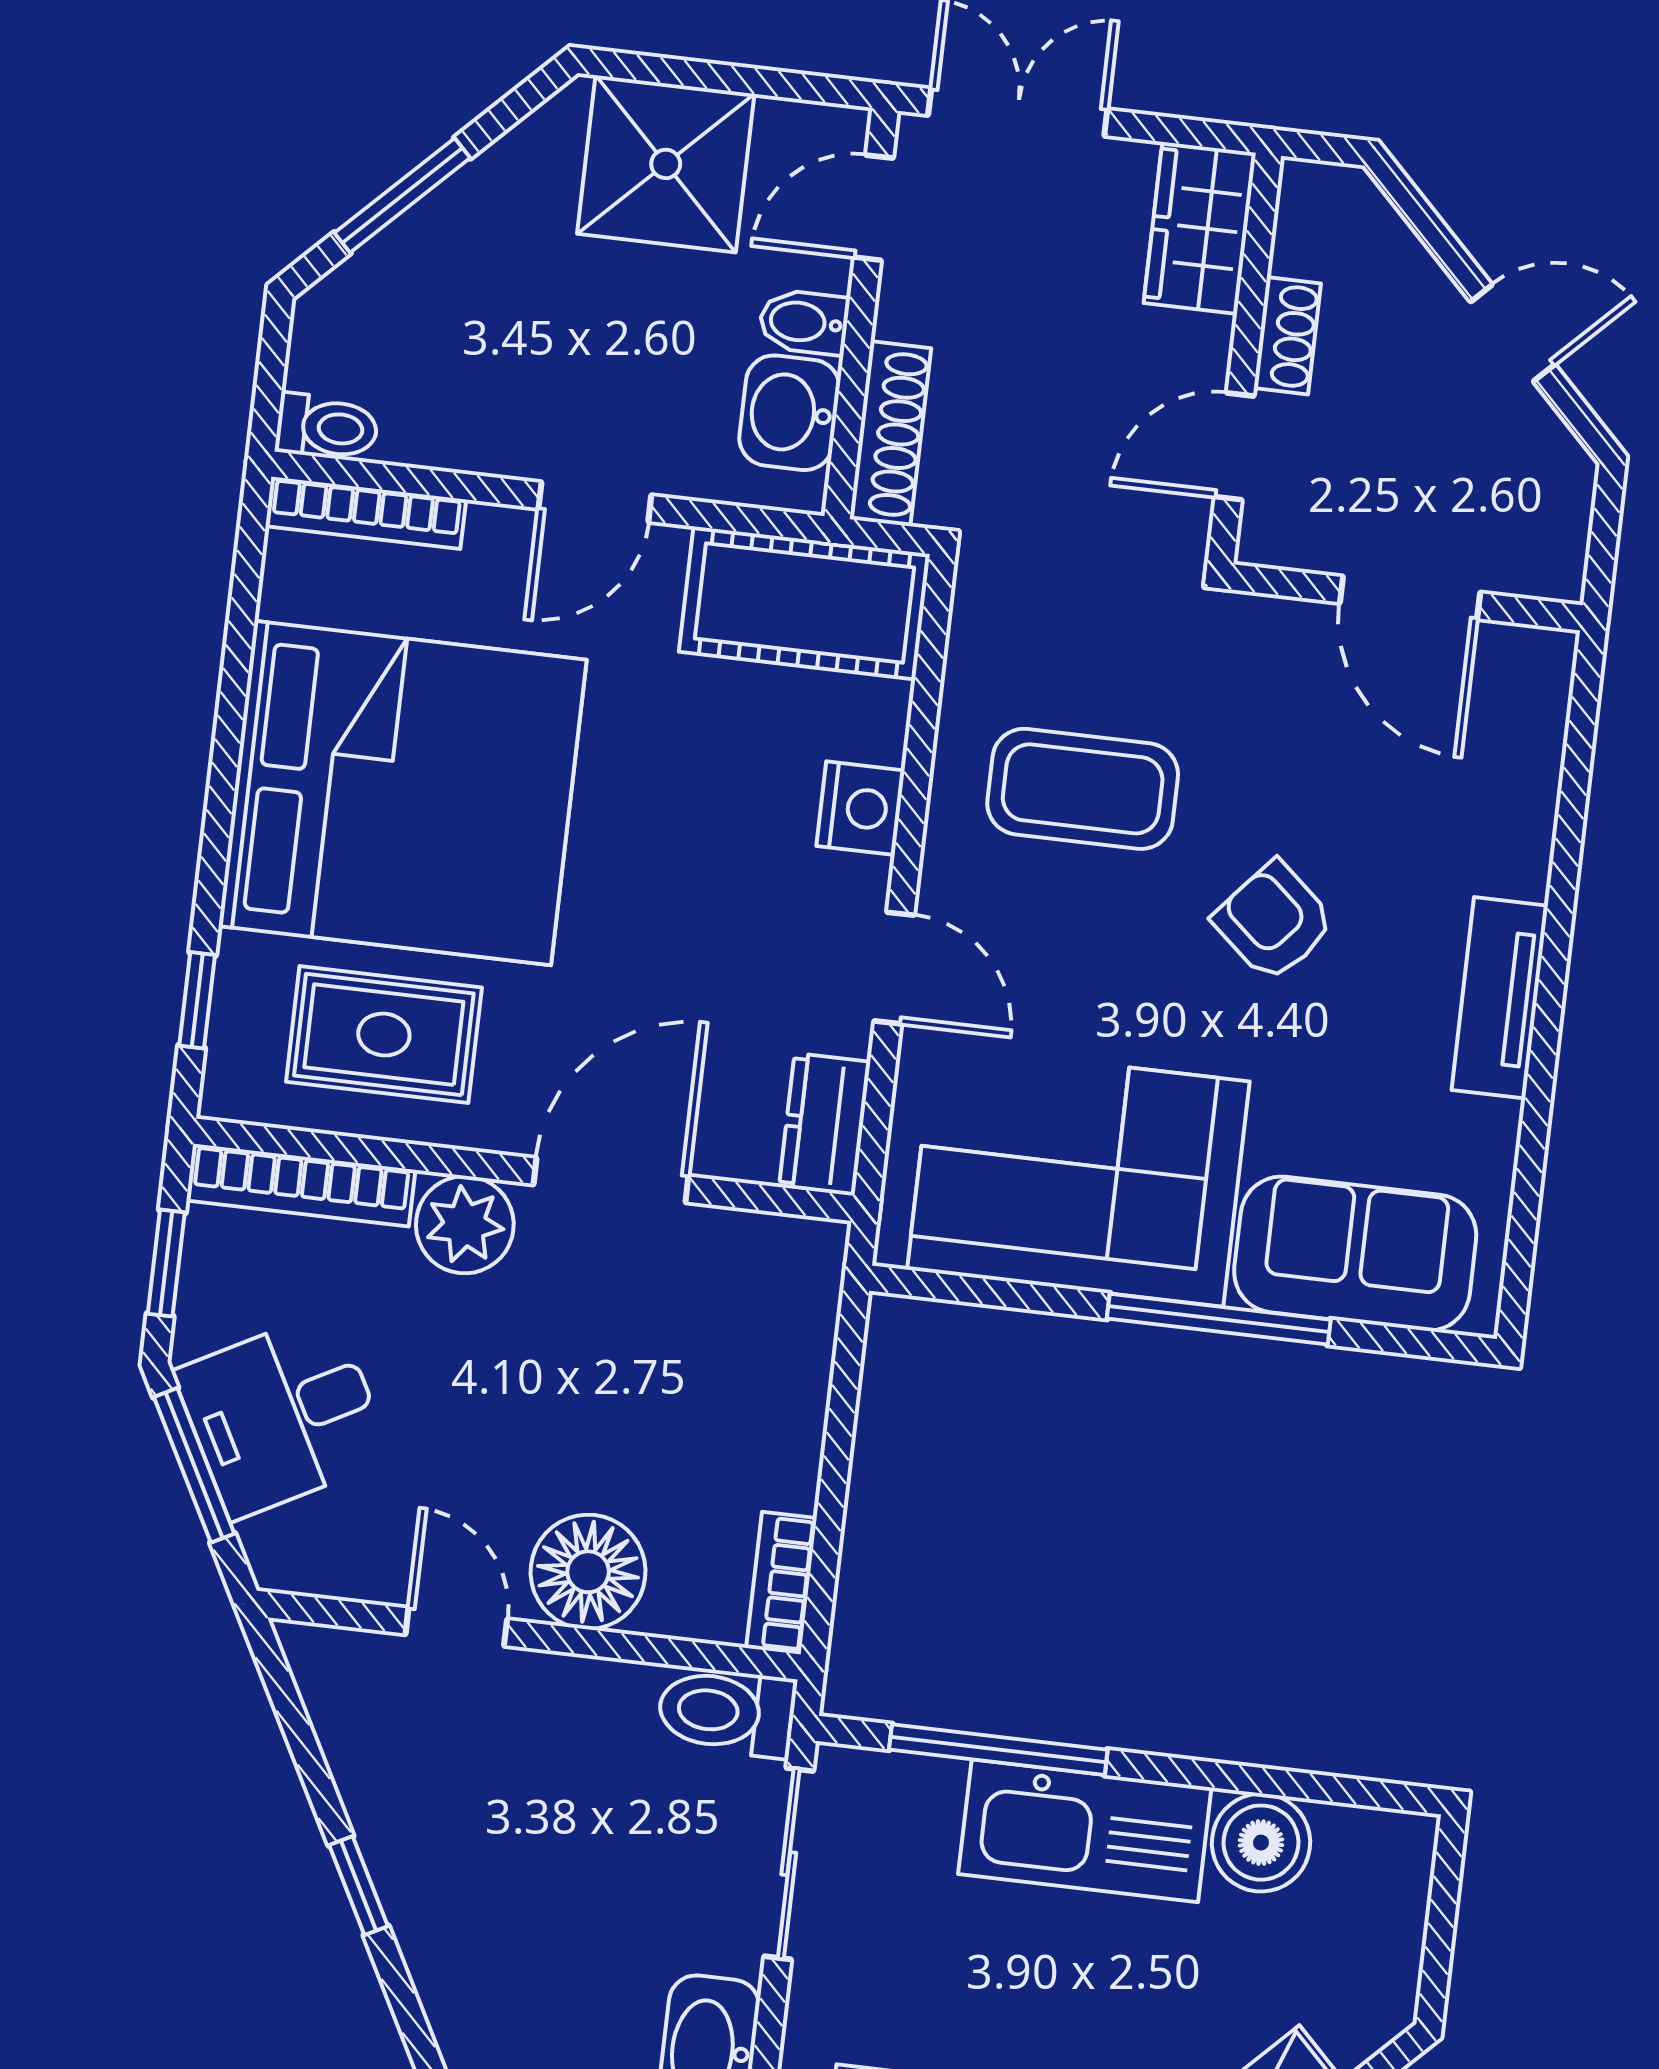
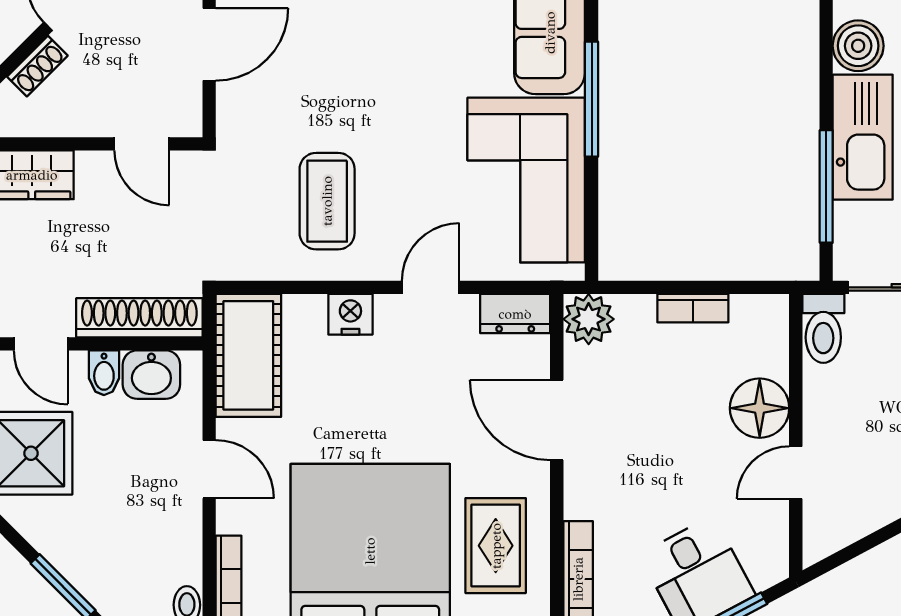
shoe rack: (1287, 336) -> (37, 66), moved, turned 135
shoe rack: (890, 434) -> (139, 318), width x1.36, depth x1.24
armchair: (1274, 921) -> (384, 95), removed
plant: (465, 1225) -> (589, 319), moved
bookcase: (781, 1583) -> (693, 308), moved

